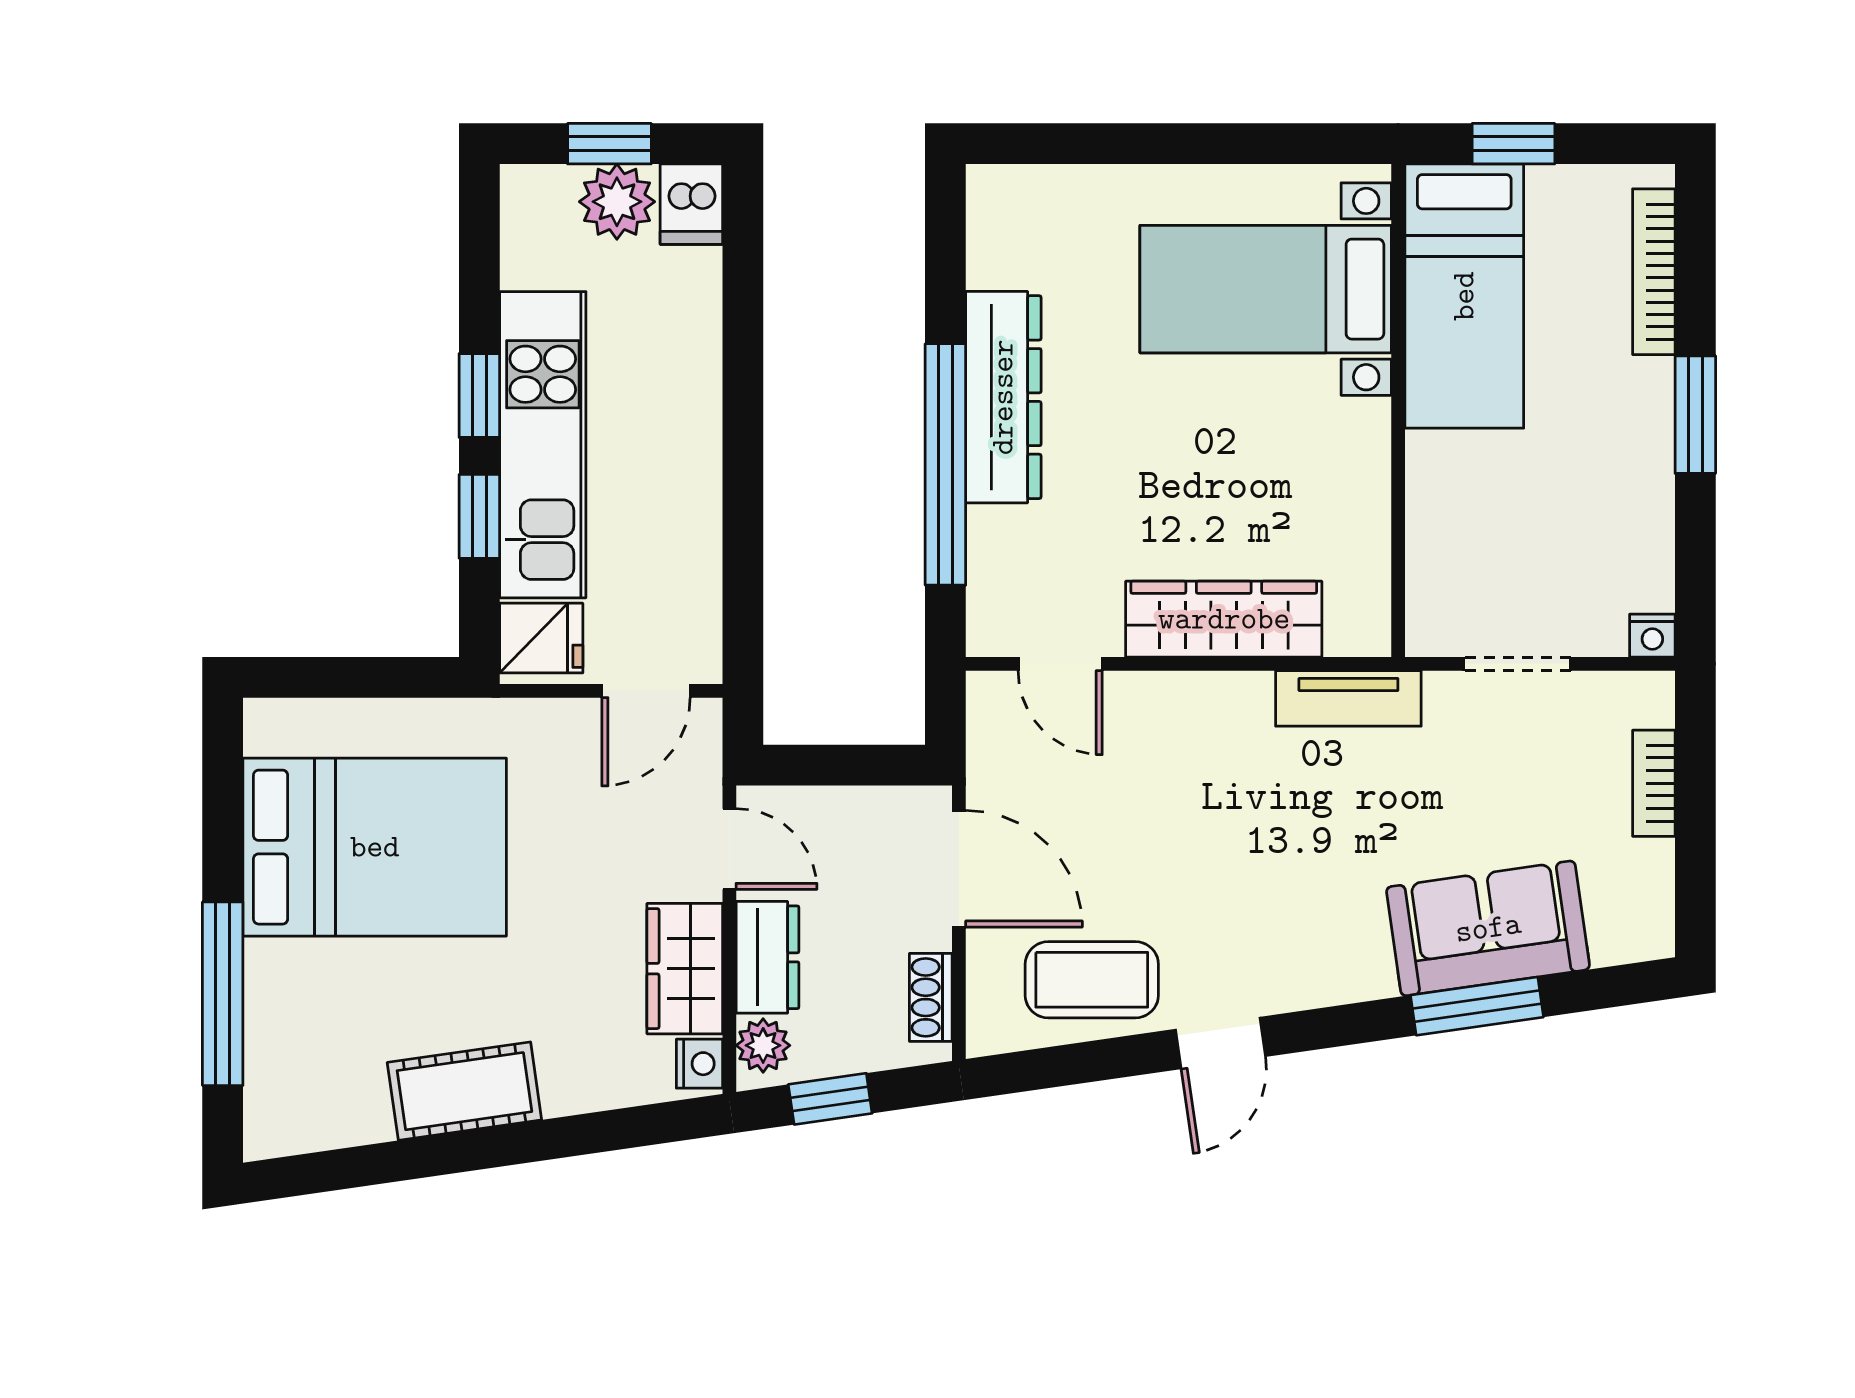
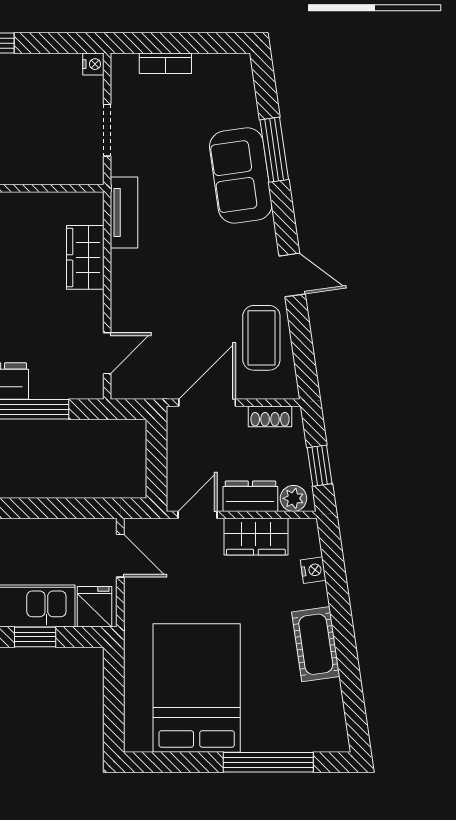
wardrobe: (1224, 619) -> (85, 257), width x0.67
sofa: (1488, 928) -> (241, 176), moved
nightstand: (699, 1064) -> (313, 570), moved, turned 82

